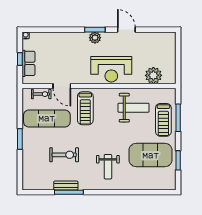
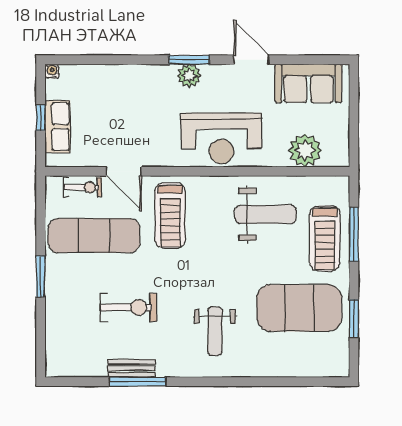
sofa: (155, 42) -> (309, 83), added

